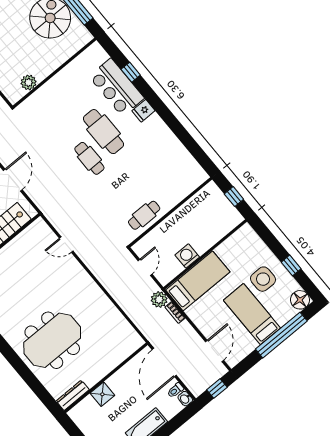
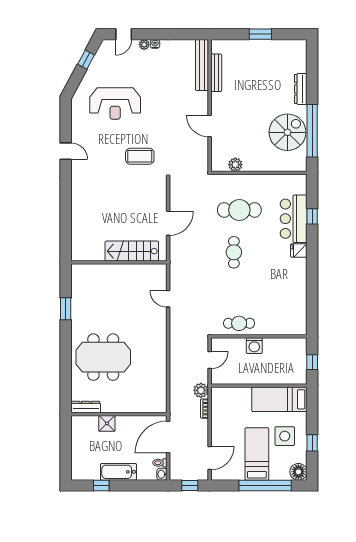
cafe table: (103, 132) -> (239, 210), moved, turned 90
washing machine: (187, 256) -> (254, 346), moved, turned 180
bed: (198, 281) -> (279, 399), moved, turned 180

